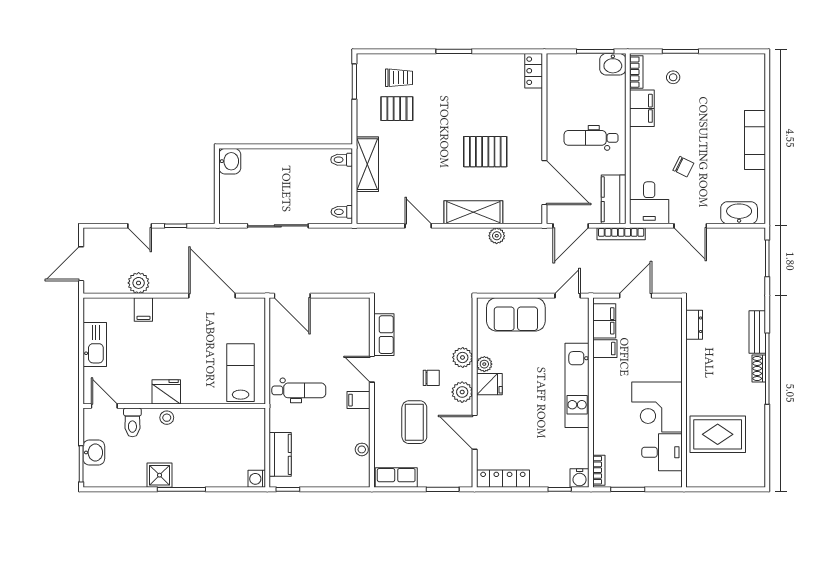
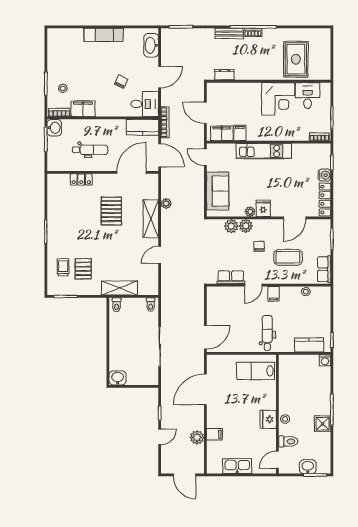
locker: (534, 71) -> (81, 179), moved
dental chair: (591, 138) -> (90, 150), moved, turned -90
plant: (462, 392) -> (231, 226), moved
water cooler: (580, 478) -> (324, 175), moved

